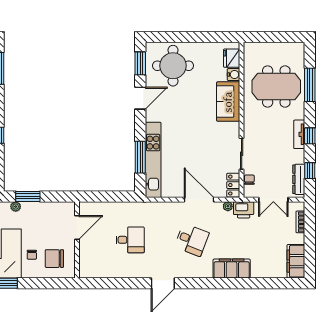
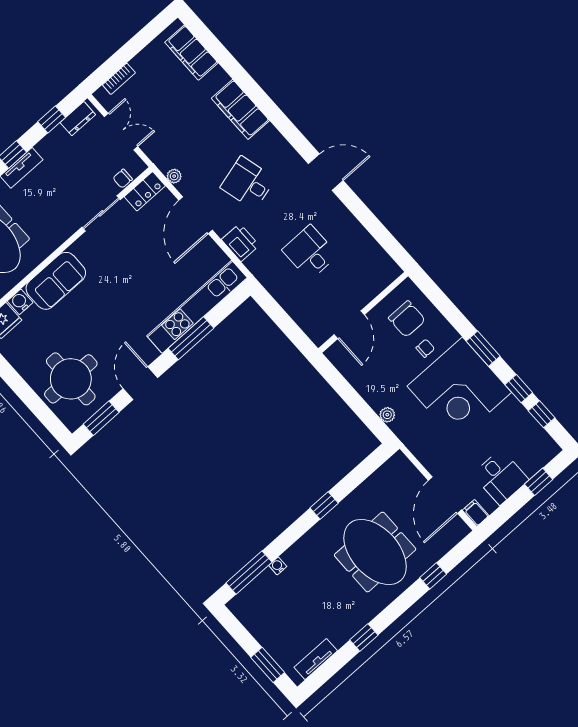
door: (140, 98) -> (140, 383), hinge flipped
window: (140, 157) -> (191, 338), moved
dresser: (299, 179) -> (78, 119), width x0.70
window: (28, 196) -> (364, 411), removed
printer: (244, 210) -> (240, 242), moved
door: (77, 227) -> (349, 325), swing flipped
desk: (192, 240) -> (248, 183), turned -36
filing cabinet: (296, 261) -> (191, 53), moved, turned 90

